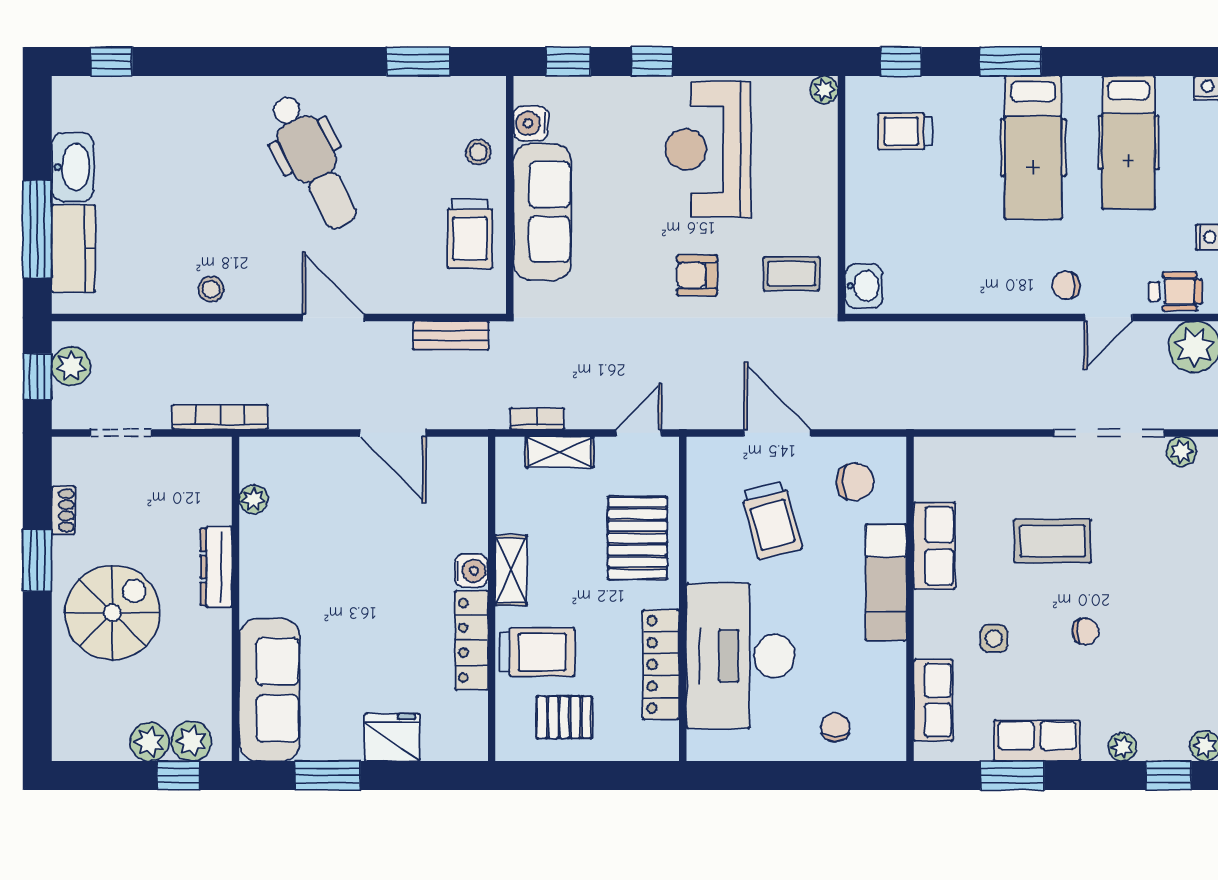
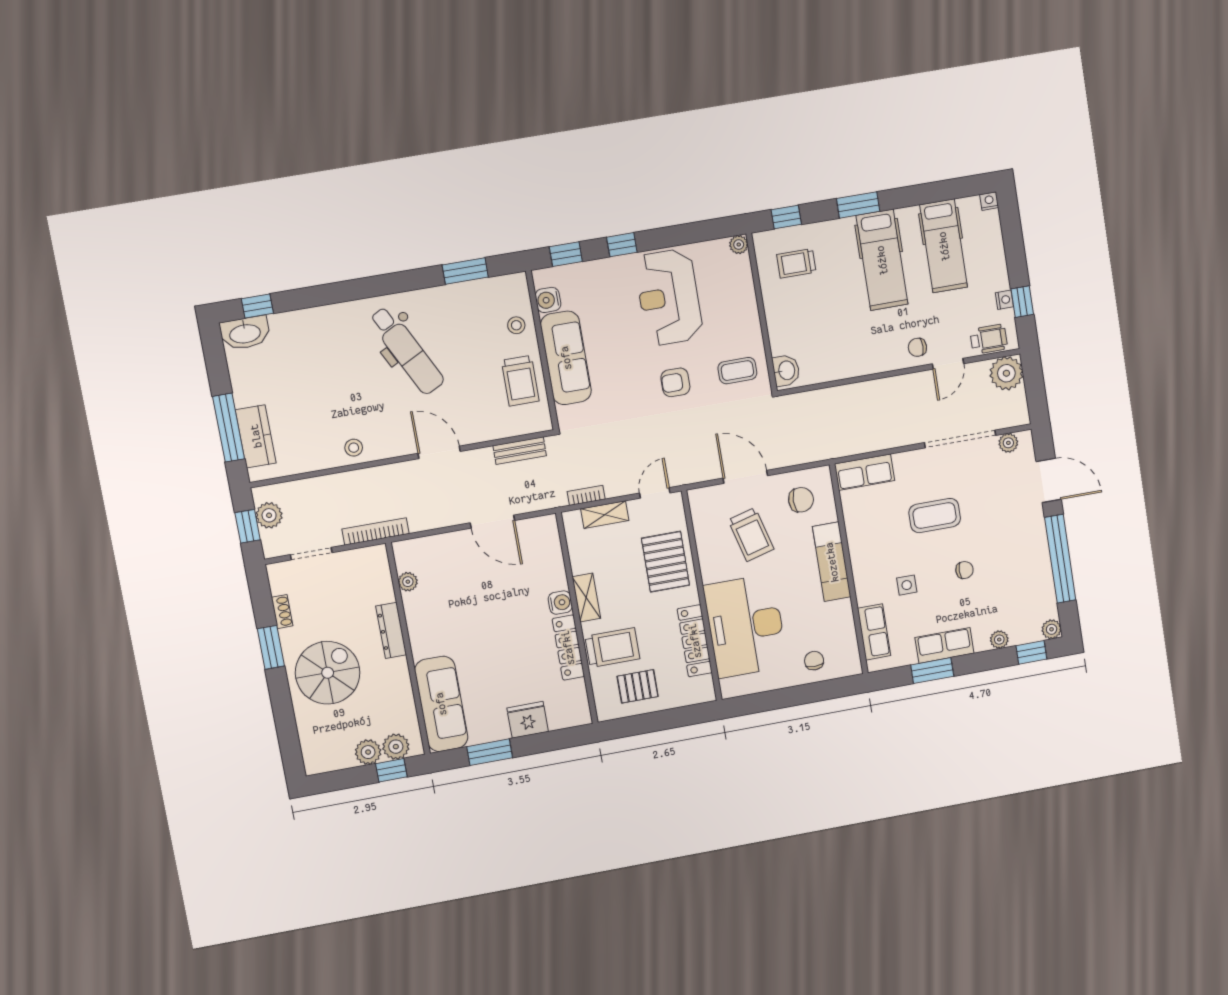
washbasin: (73, 167) -> (245, 333), moved, turned 90
row of seats: (934, 546) -> (864, 472), moved, turned 90

